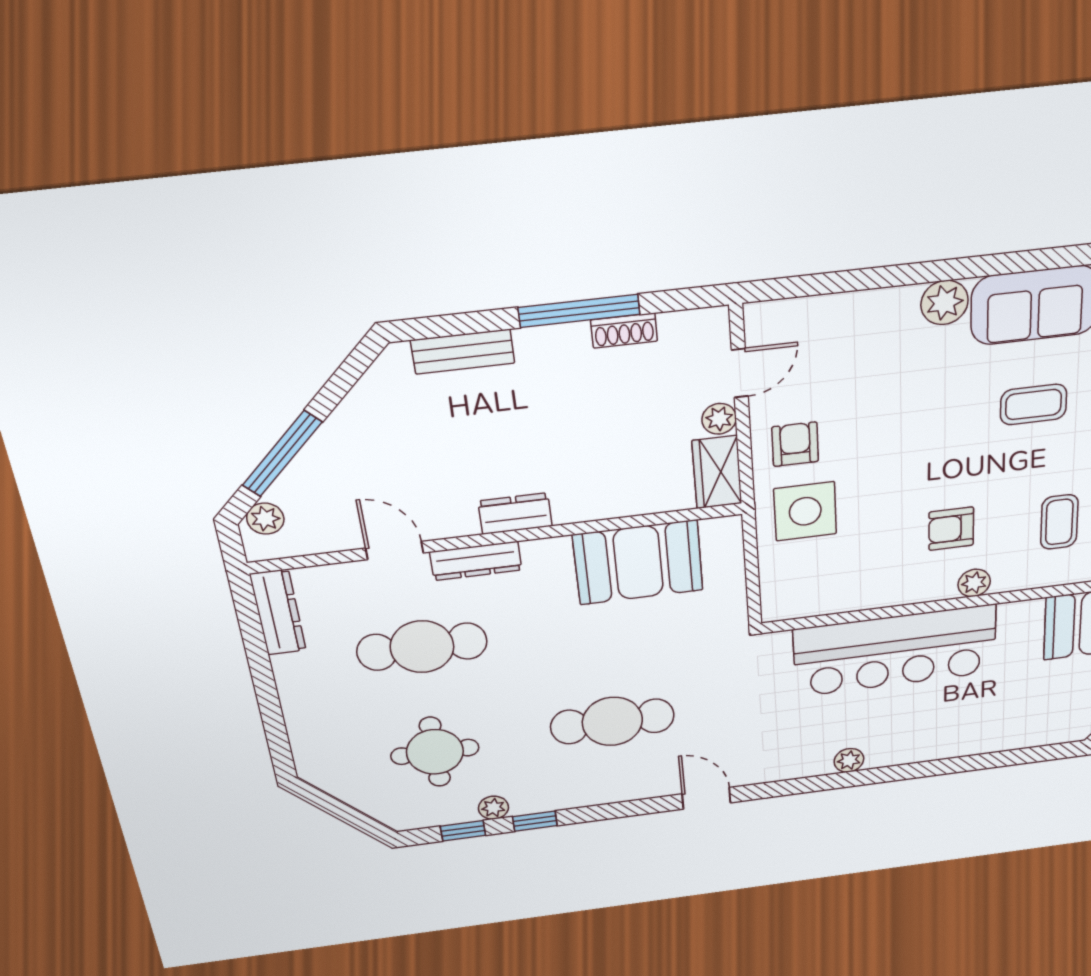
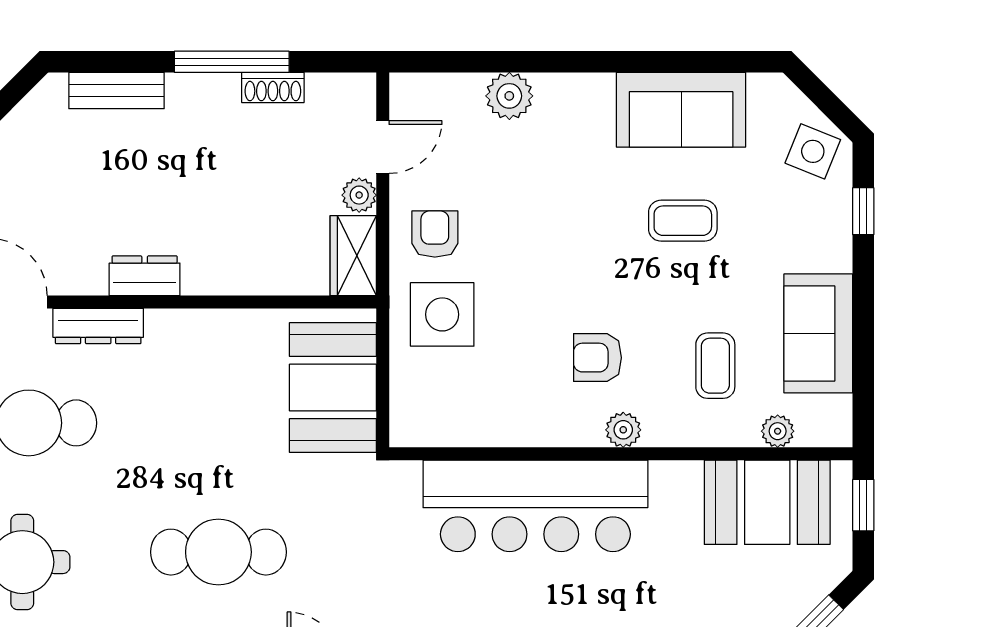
plant: (945, 303) -> (509, 96), moved
booth: (638, 563) -> (333, 388), moved, turned 90

